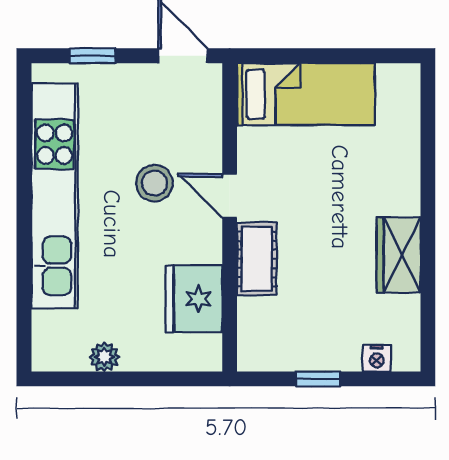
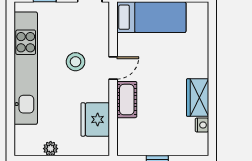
door: (230, 196) -> (113, 68), swing flipped
nightstand: (377, 358) -> (202, 125), moved, turned -90

